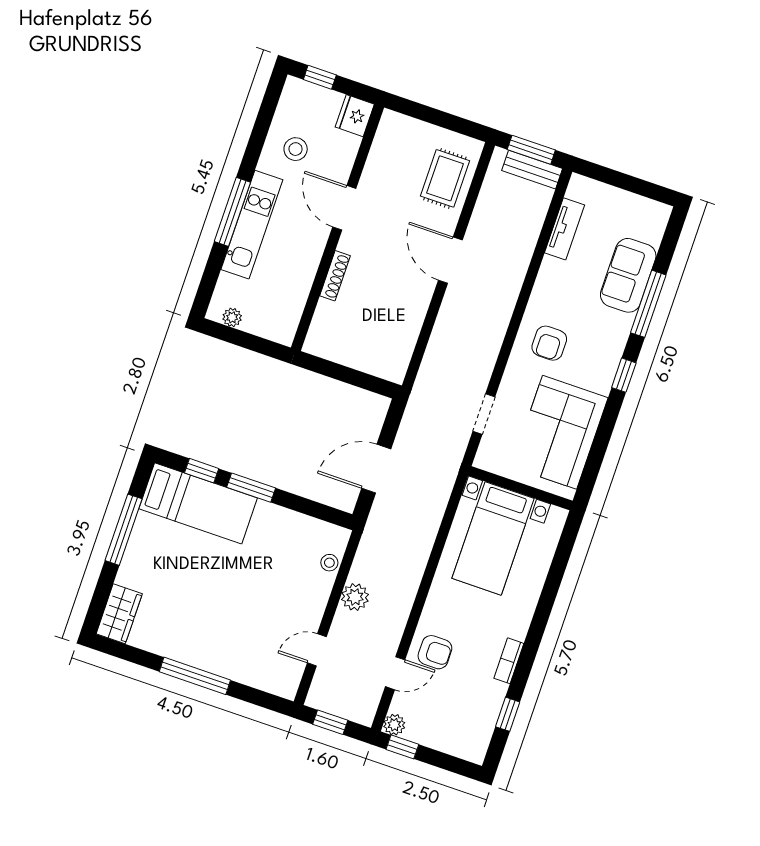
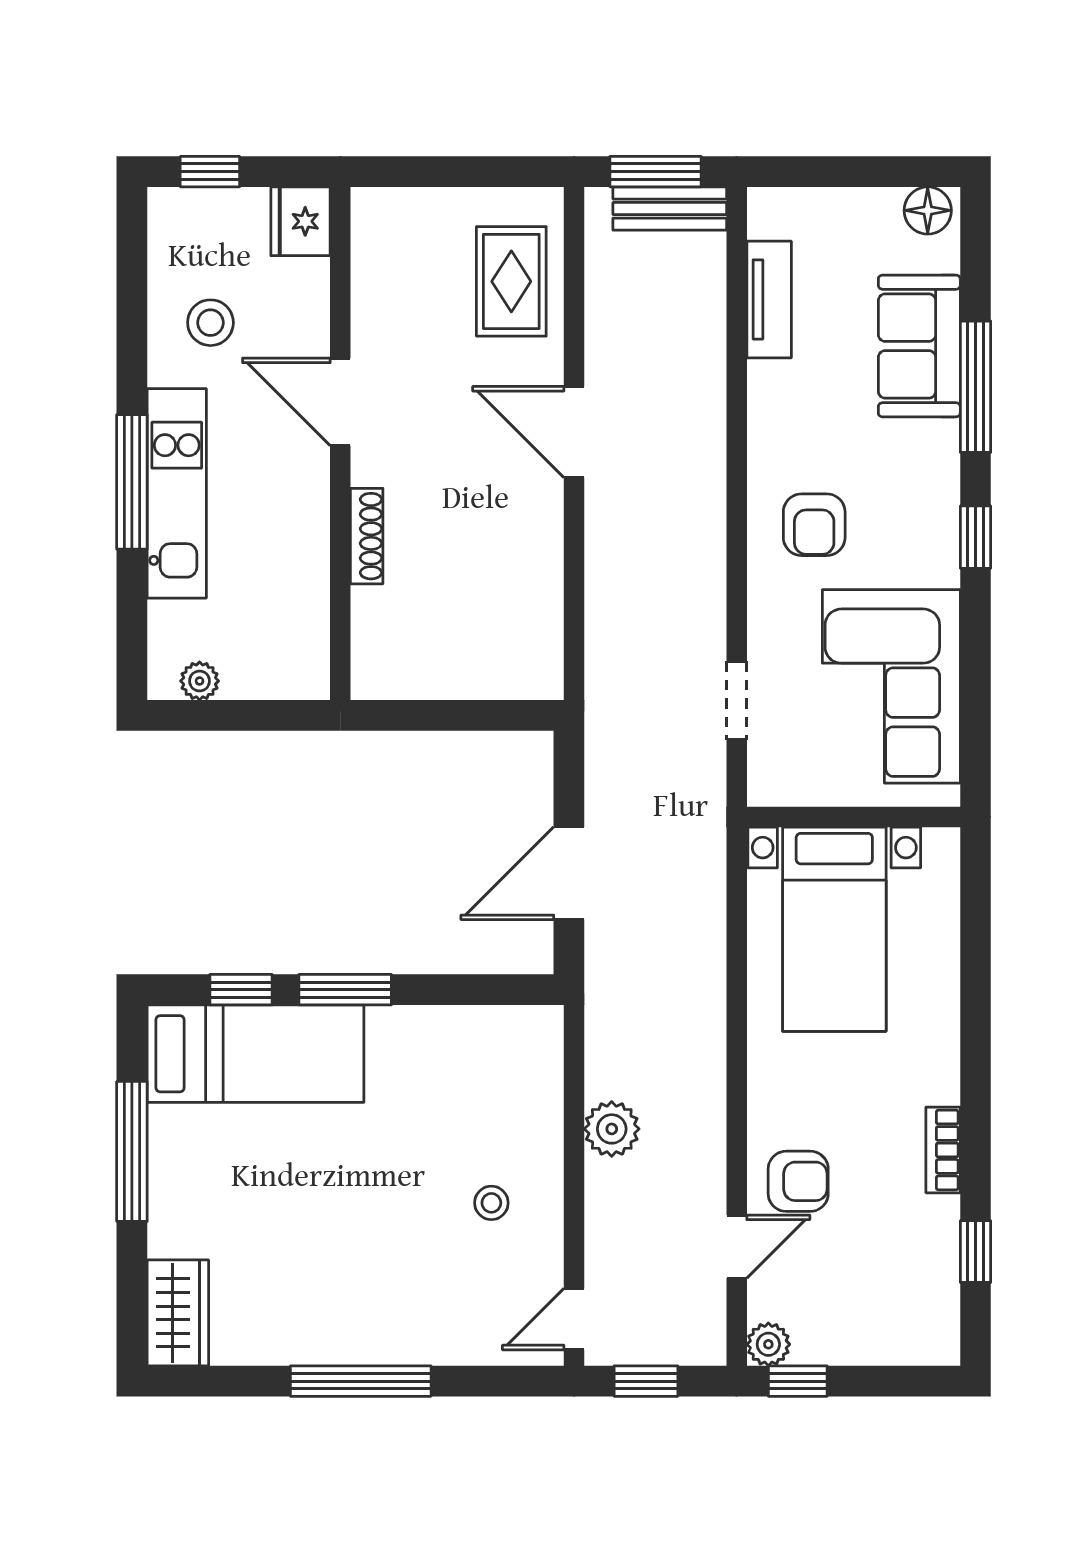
floor lamp: (654, 212) -> (928, 210), added
stool: (329, 563) -> (491, 1203), moved
door: (317, 650) -> (574, 1319), moved

